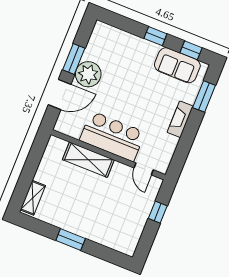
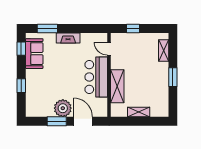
window: (155, 36) -> (21, 86), moved
door: (144, 169) -> (109, 49), swing flipped
shelving: (33, 198) -> (139, 112), moved
shelving: (112, 241) -> (164, 51), added

